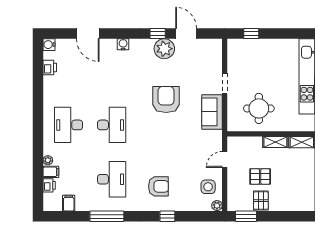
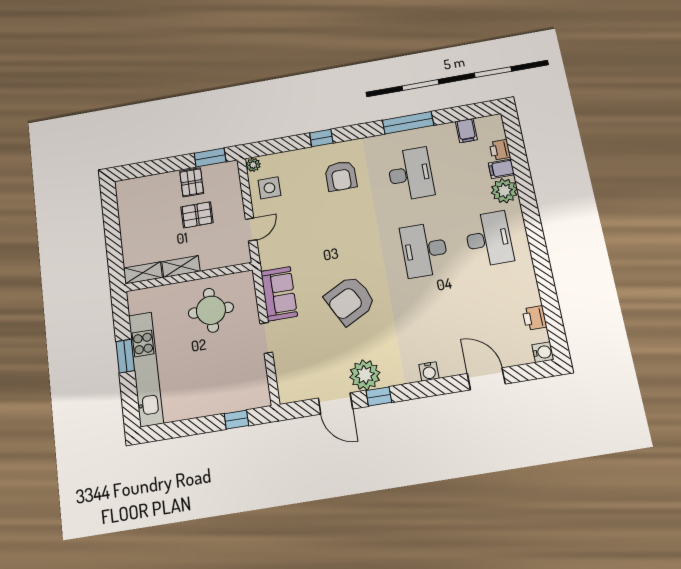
armchair: (166, 99) -> (350, 300), turned 62
plant: (48, 160) -> (504, 191), width x1.87, depth x1.87
desk: (112, 179) -> (410, 174), turned 180
armchair: (158, 186) -> (341, 176), turned -90

